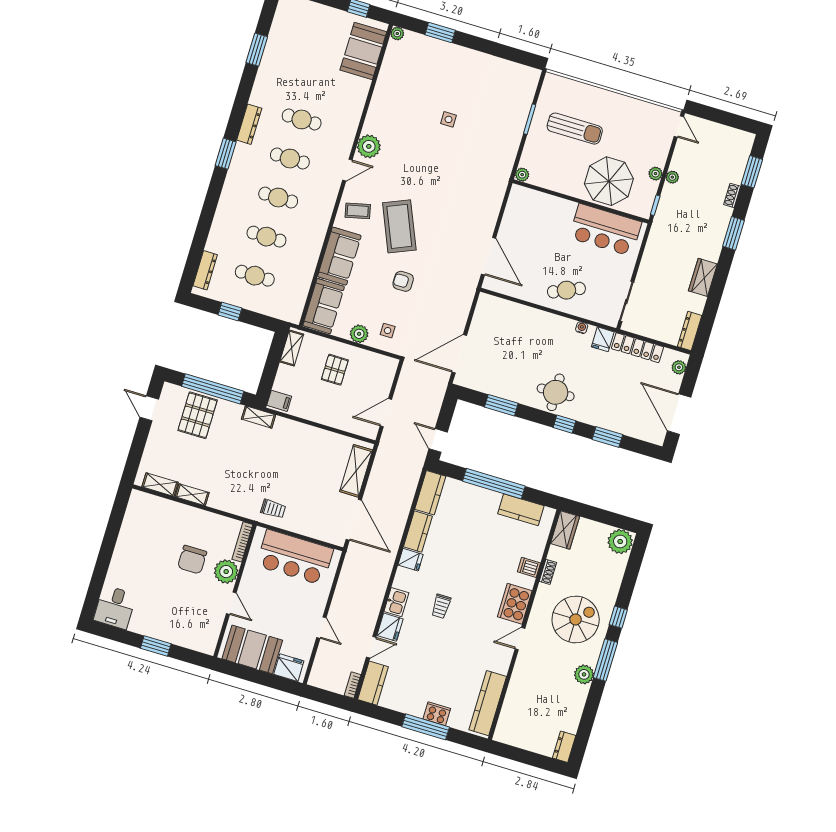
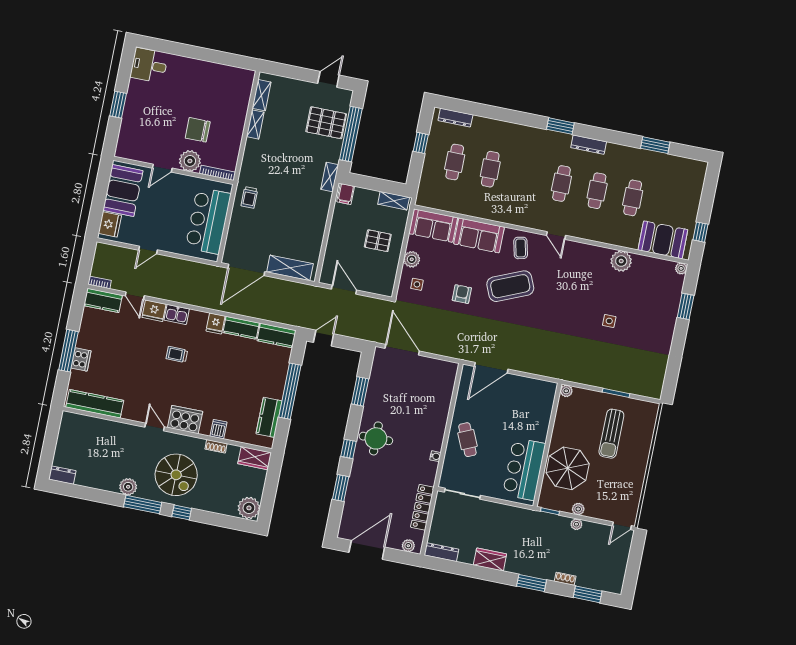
plant: (369, 146) -> (621, 261), moved
cafe table: (278, 198) -> (633, 198), moved
fridge: (603, 339) -> (427, 476), removed

